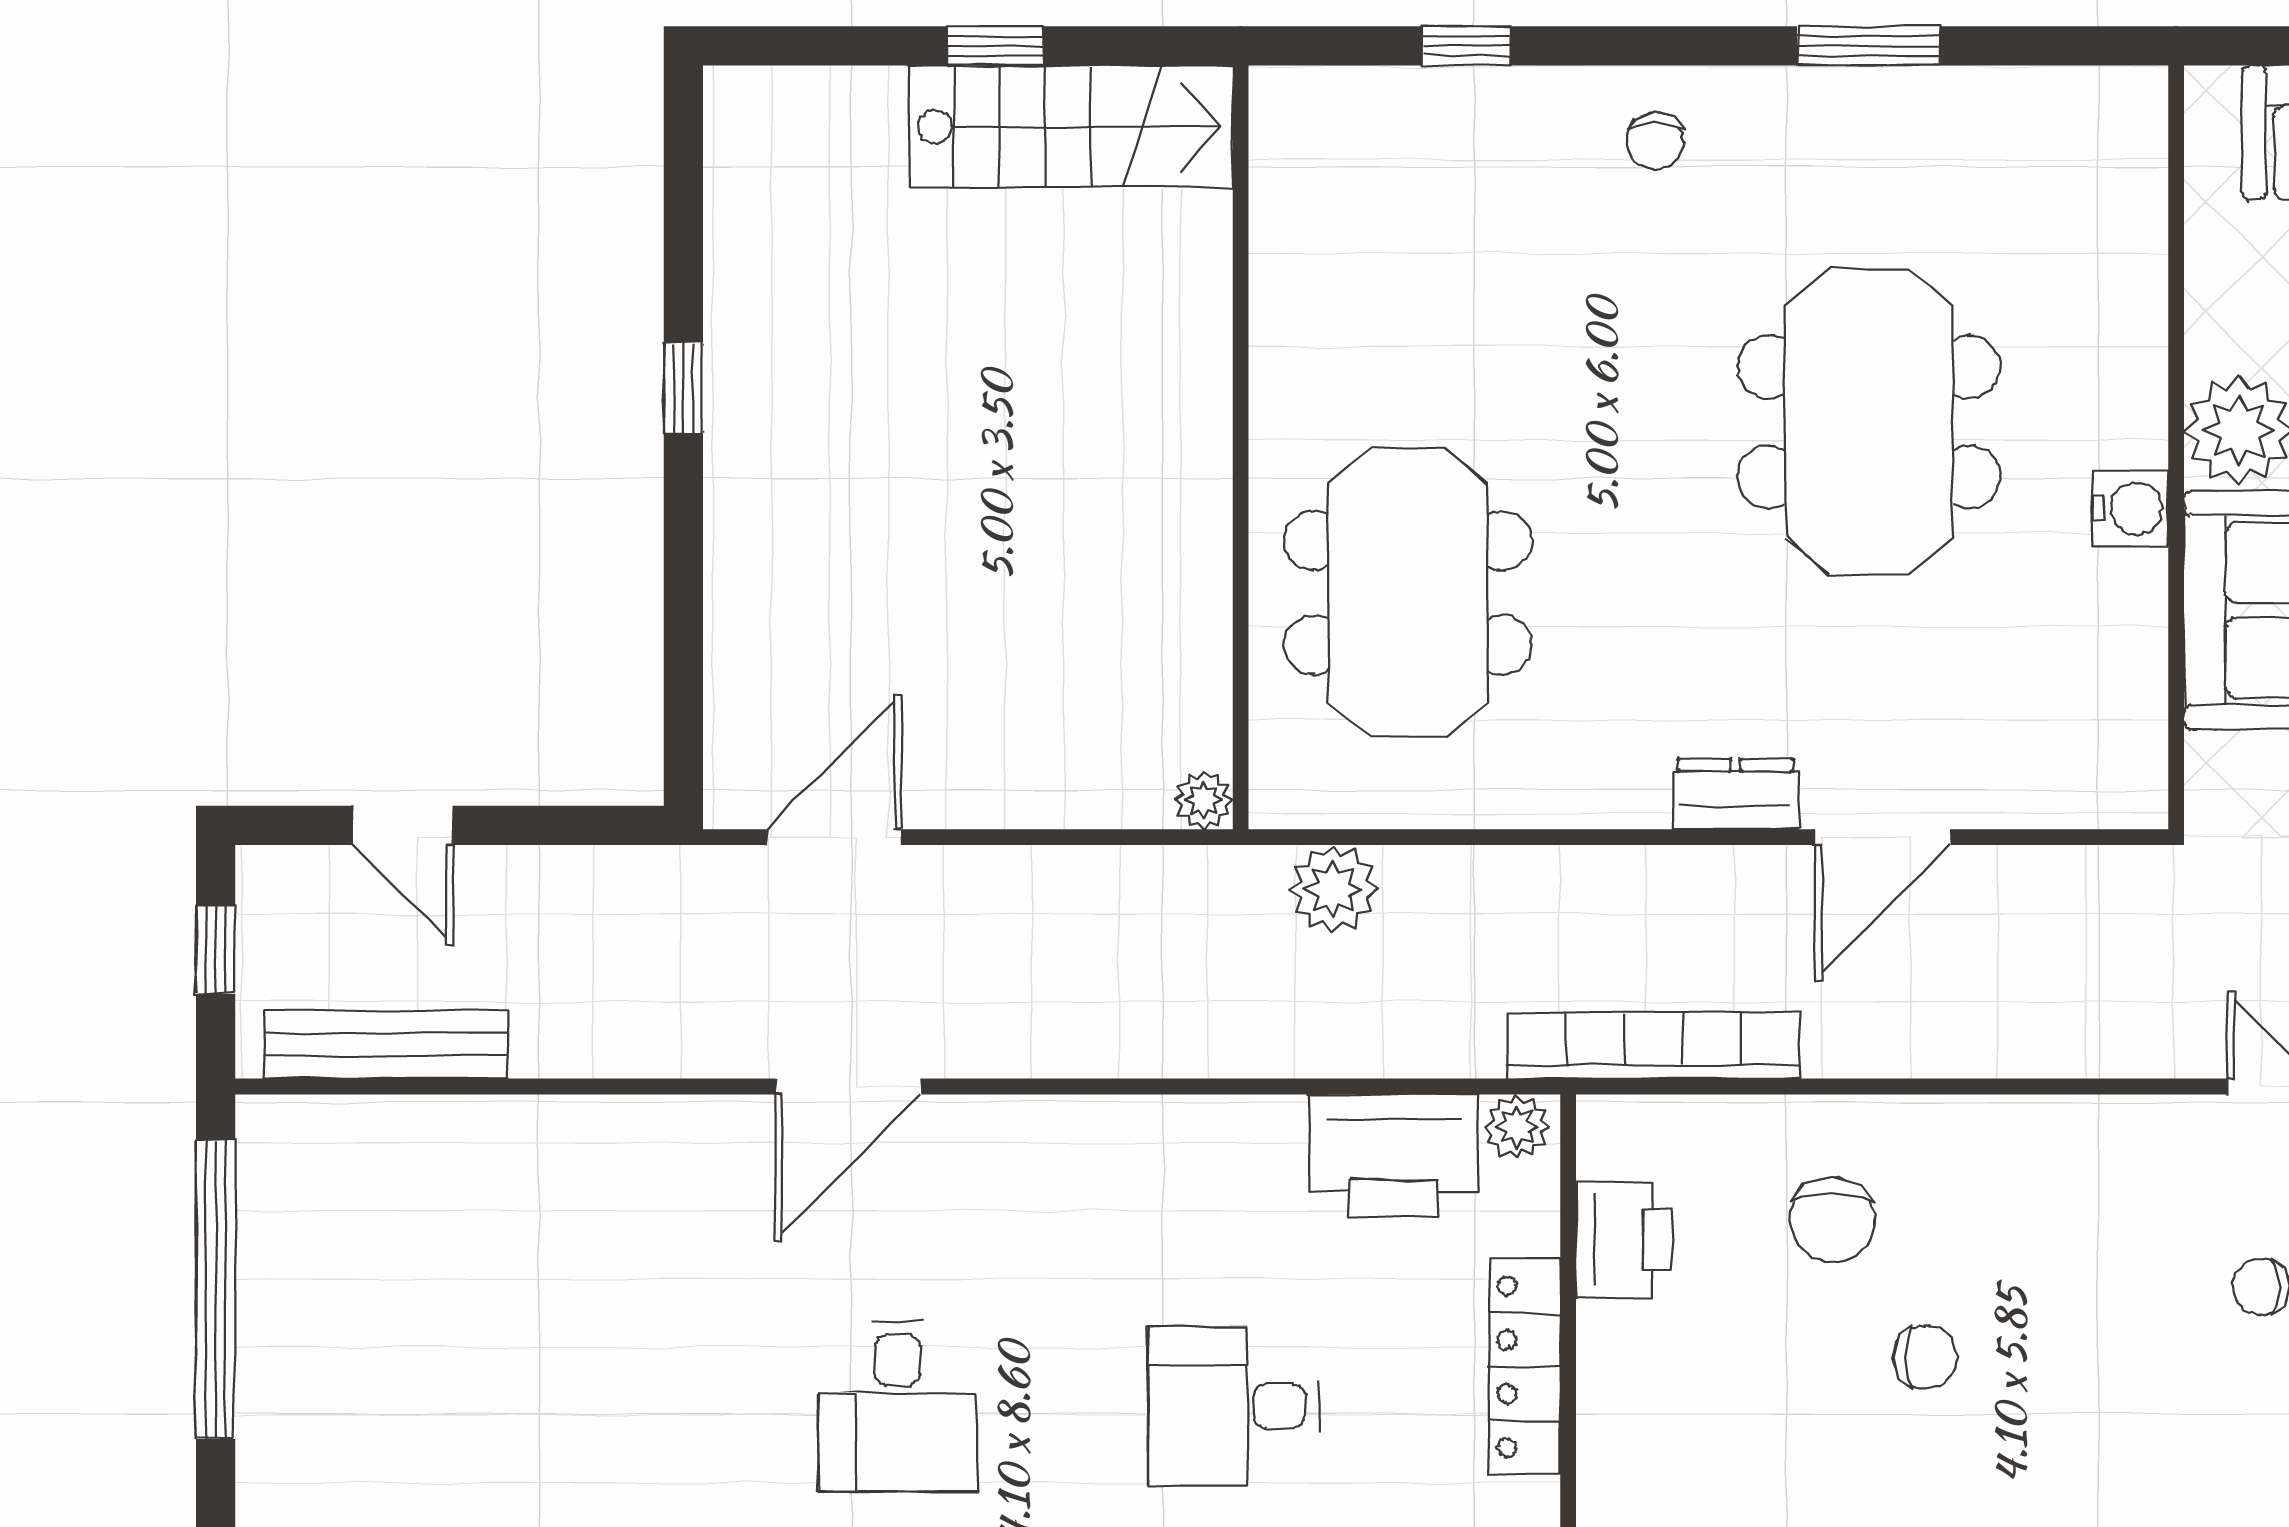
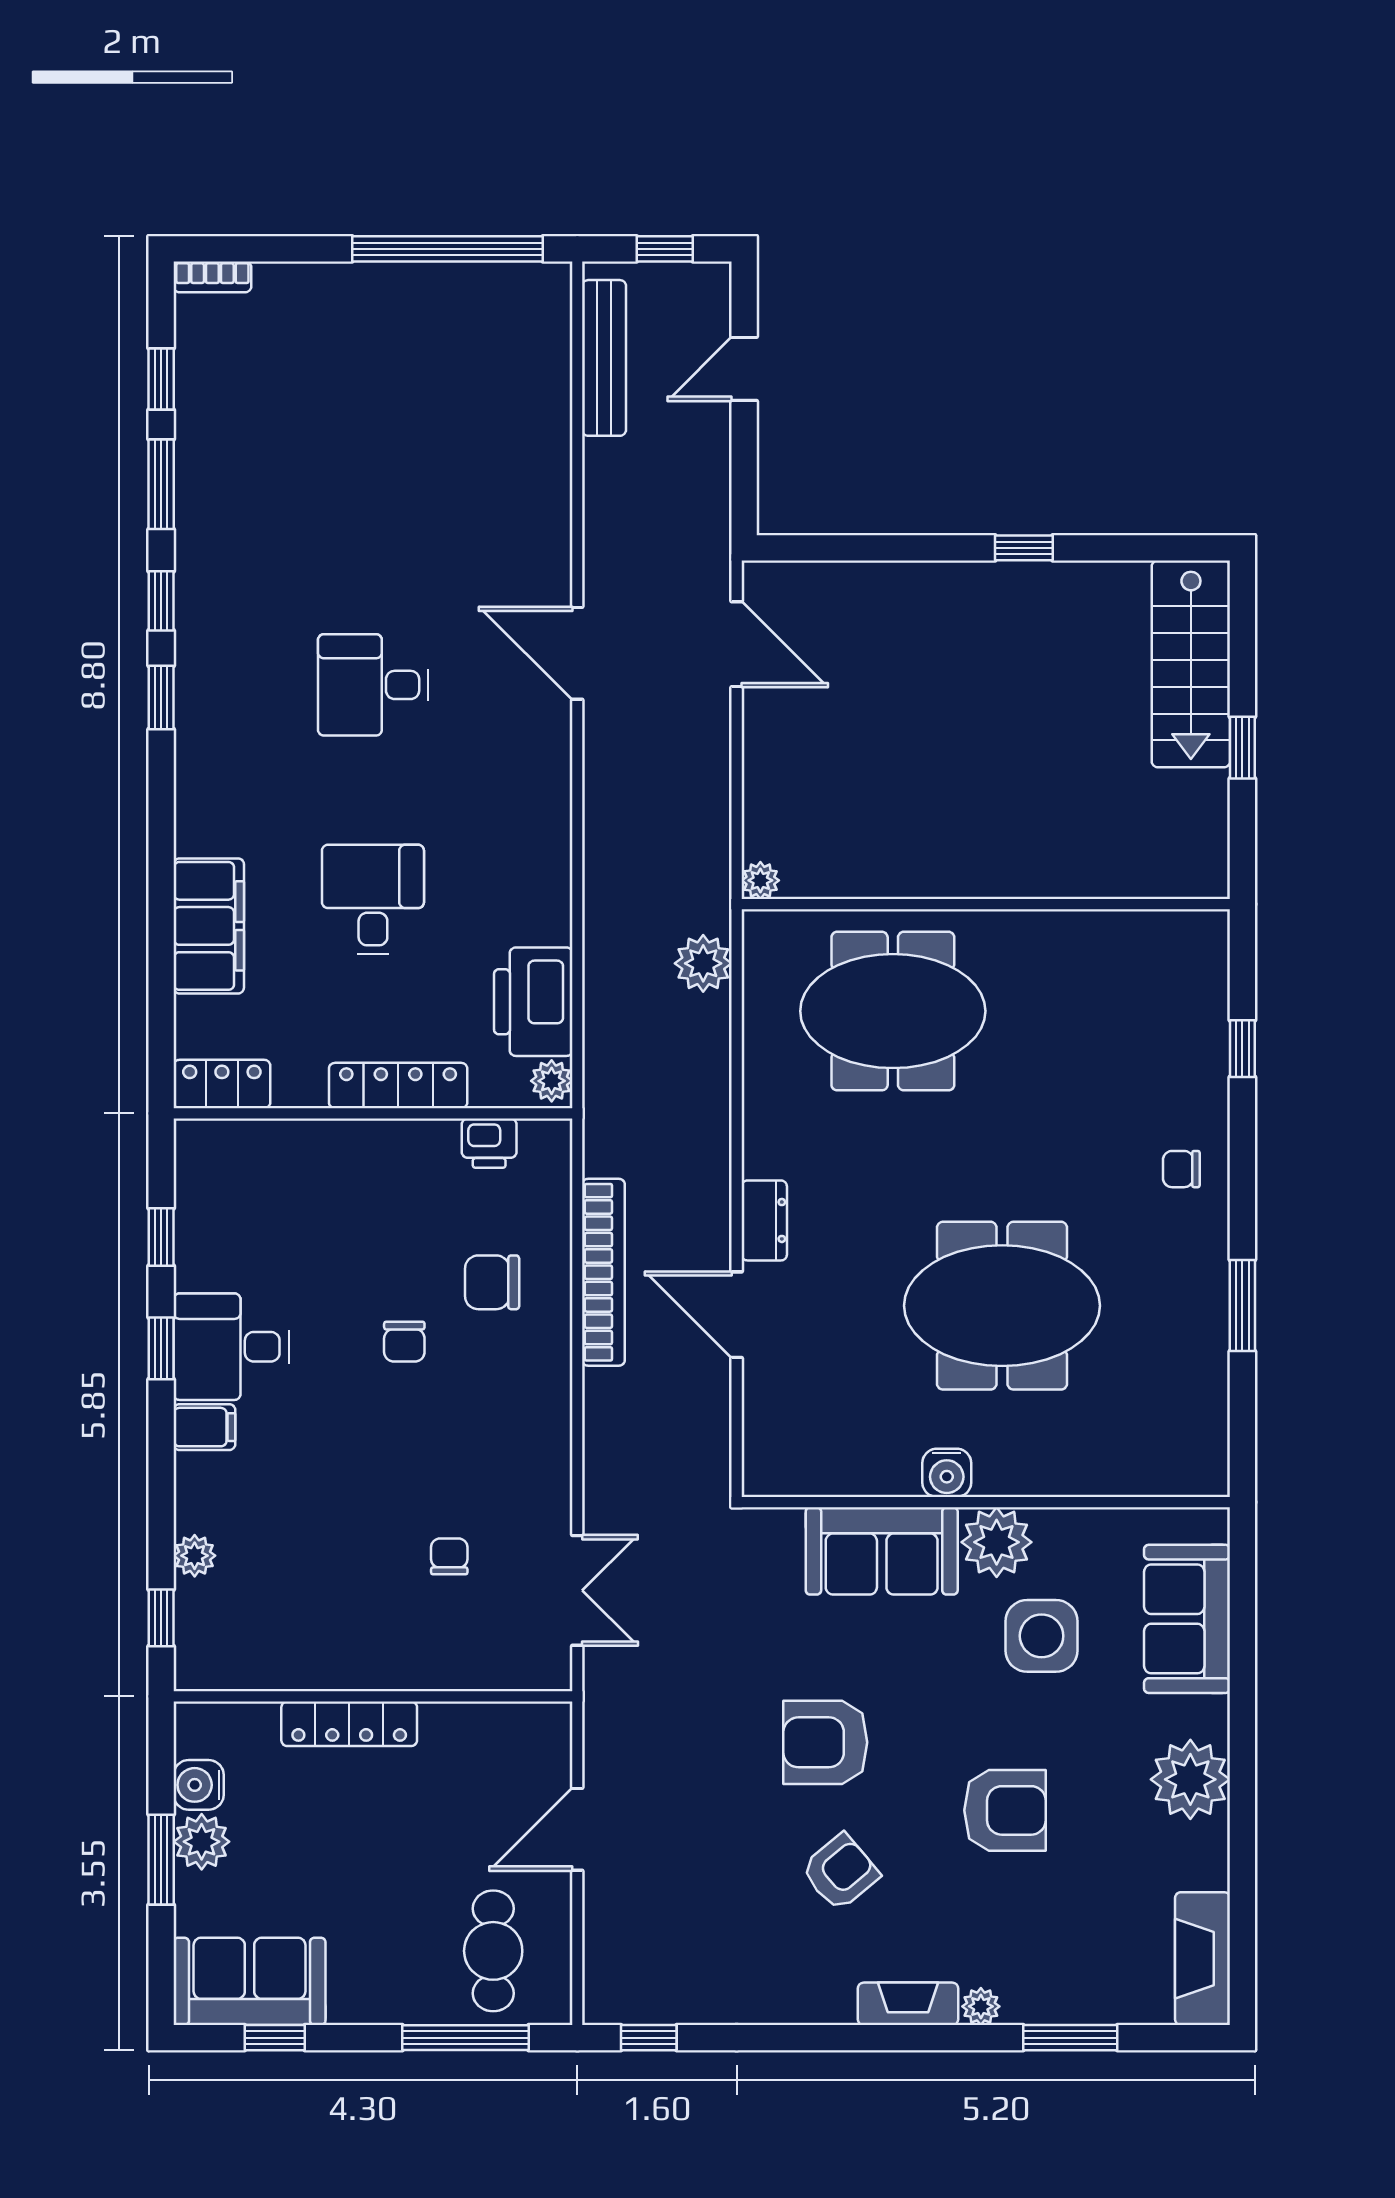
stairs: (1071, 126) -> (1191, 664), moved
bookcase: (1654, 1046) -> (603, 1272), moved
printer: (1624, 1240) -> (489, 1143), width x0.73, depth x0.81

